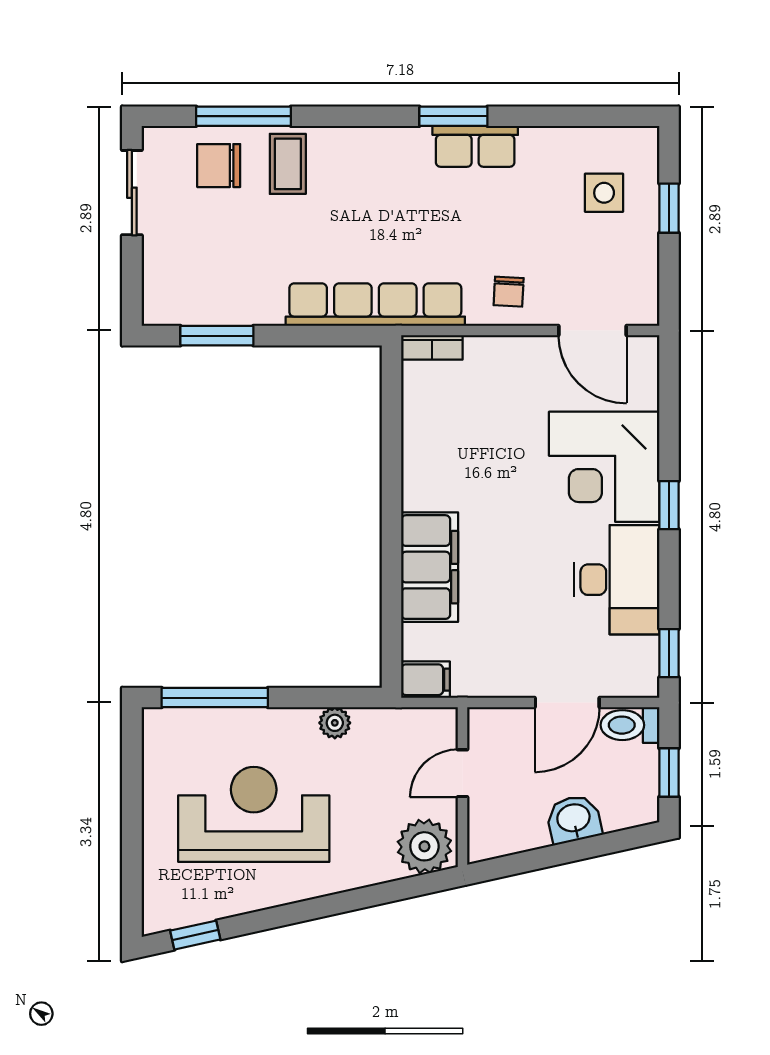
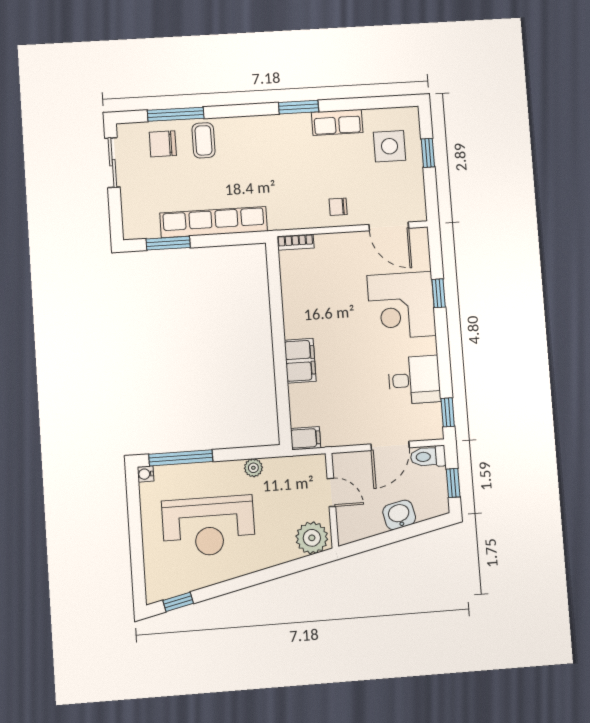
row of seats: (475, 146) -> (337, 122), moved
side table: (604, 193) -> (390, 146), width x1.37, depth x1.37
chair: (509, 292) -> (338, 207), turned 87
row of seats: (375, 305) -> (214, 222), moved
window: (669, 505) -> (439, 293), moved
filing cabinet: (430, 567) -> (300, 361), width x0.67, depth x0.86
desk: (616, 580) -> (414, 380), width x0.73
water cooler: (155, 720) -> (145, 474), added
door: (462, 773) -> (331, 492), swing flipped
reception desk: (254, 814) -> (209, 526), turned 180

